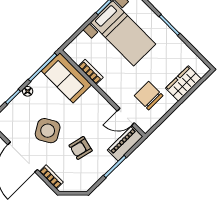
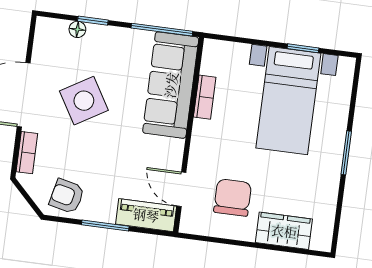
sofa: (67, 78) -> (171, 85), width x1.36
floor lamp: (28, 91) -> (77, 29), moved
armchair: (81, 148) -> (67, 196), moved

